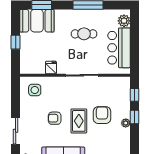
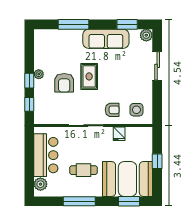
booth: (37, 21) -> (127, 179), width x1.36, depth x1.42
armchair: (55, 118) -> (112, 110), moved

